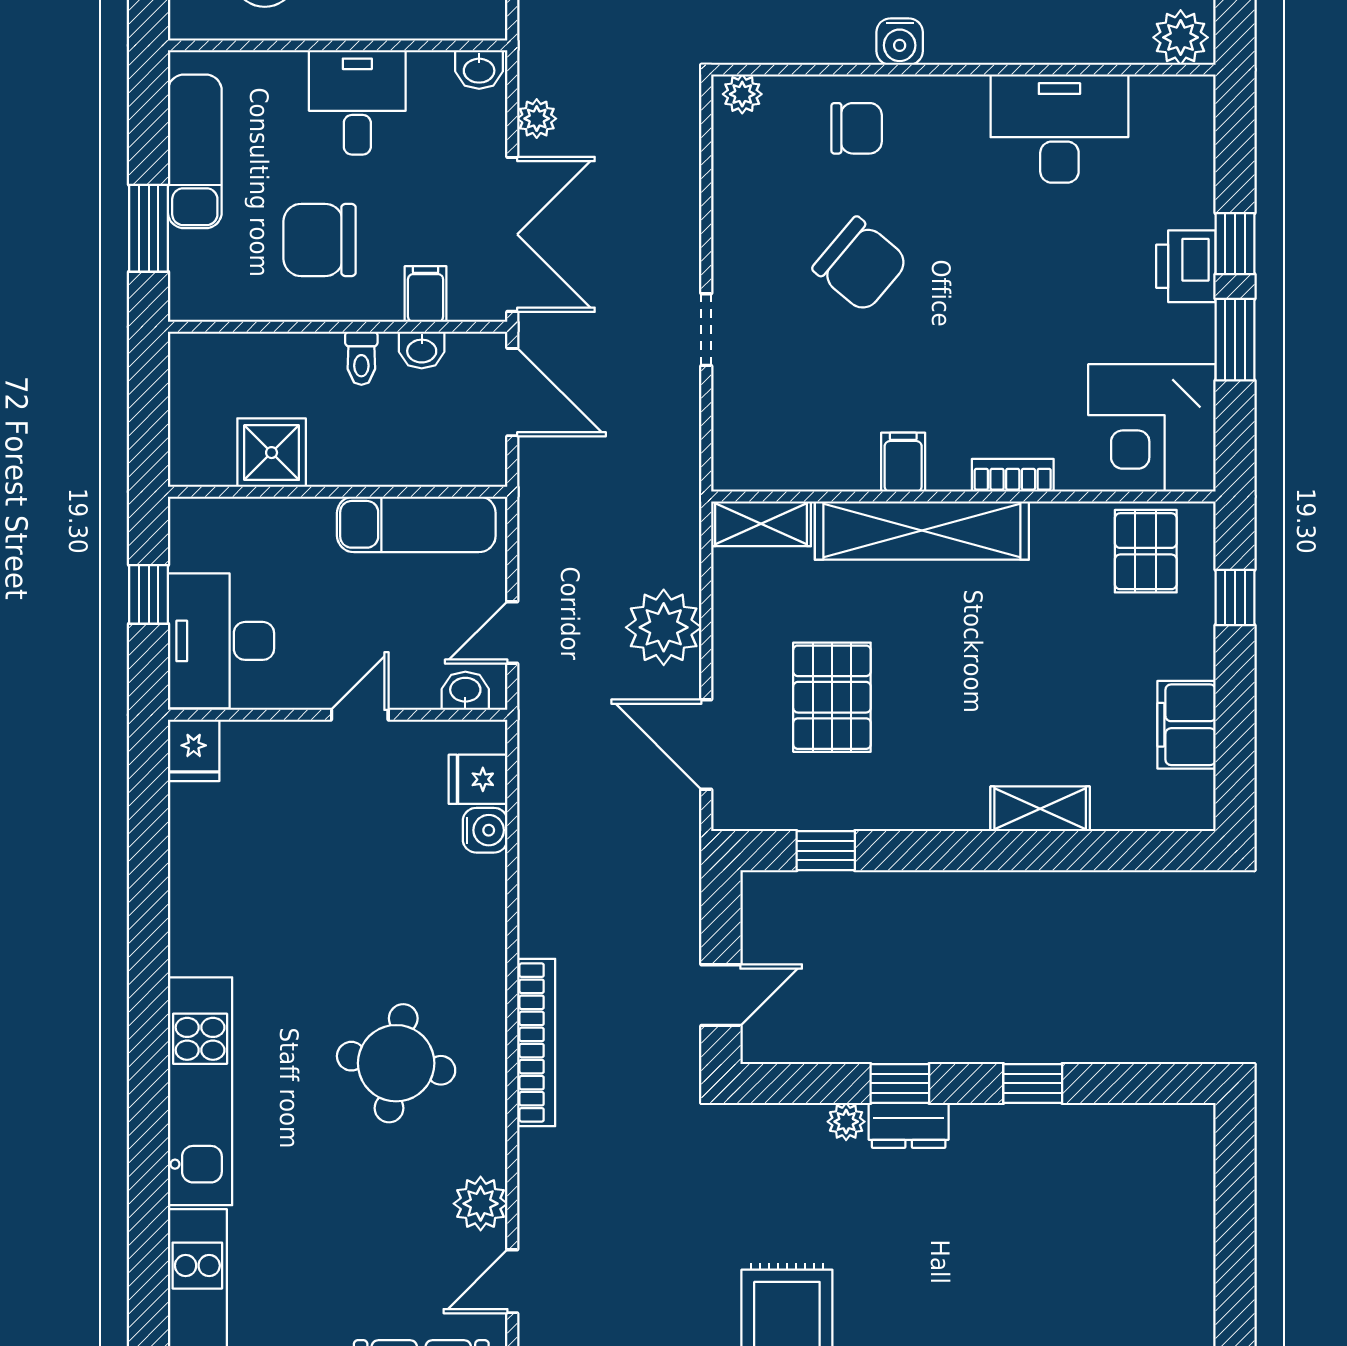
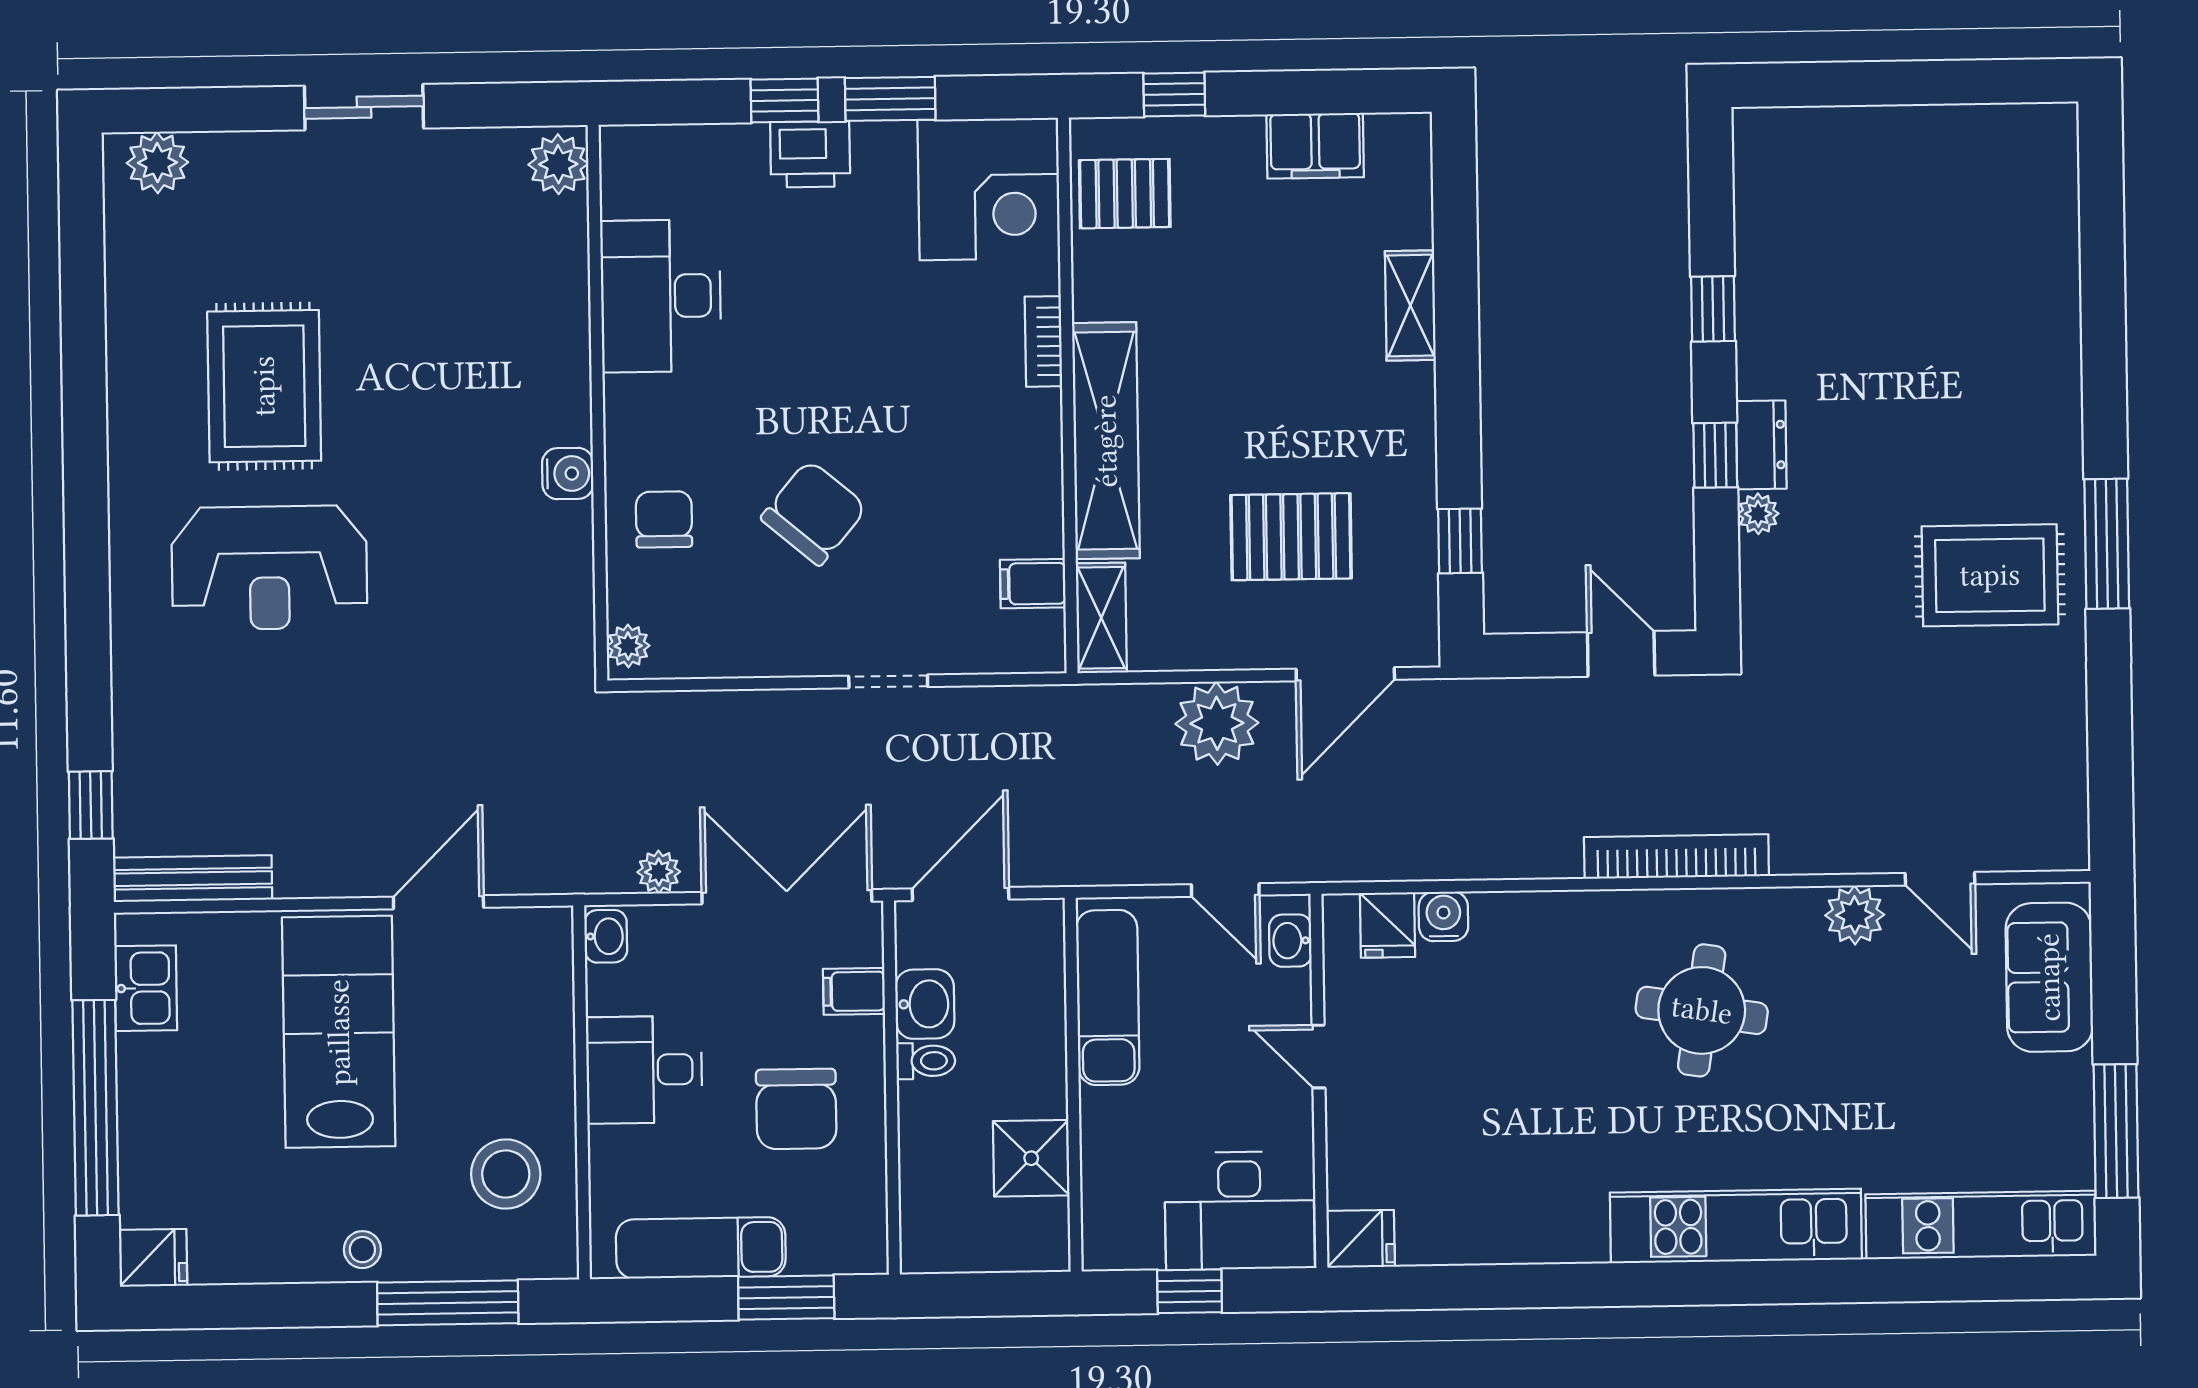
washbasin: (422, 350) -> (925, 1004), width x1.38, depth x1.45
filing cabinet: (903, 462) -> (1033, 584), moved

